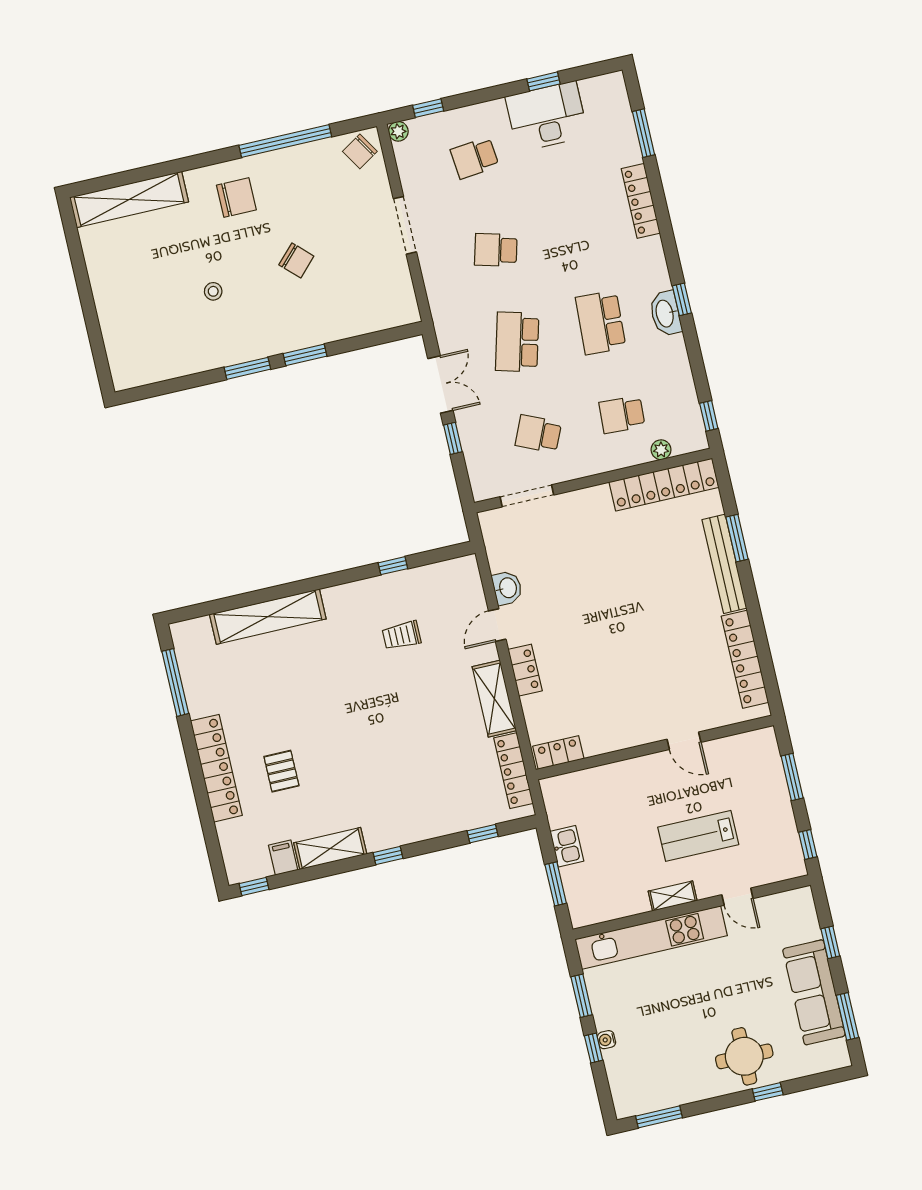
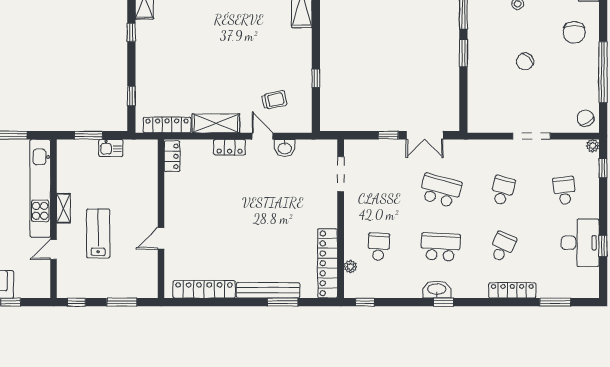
school desk: (538, 434) -> (502, 247), moved
trolley: (402, 635) -> (274, 100), moved, turned 78

